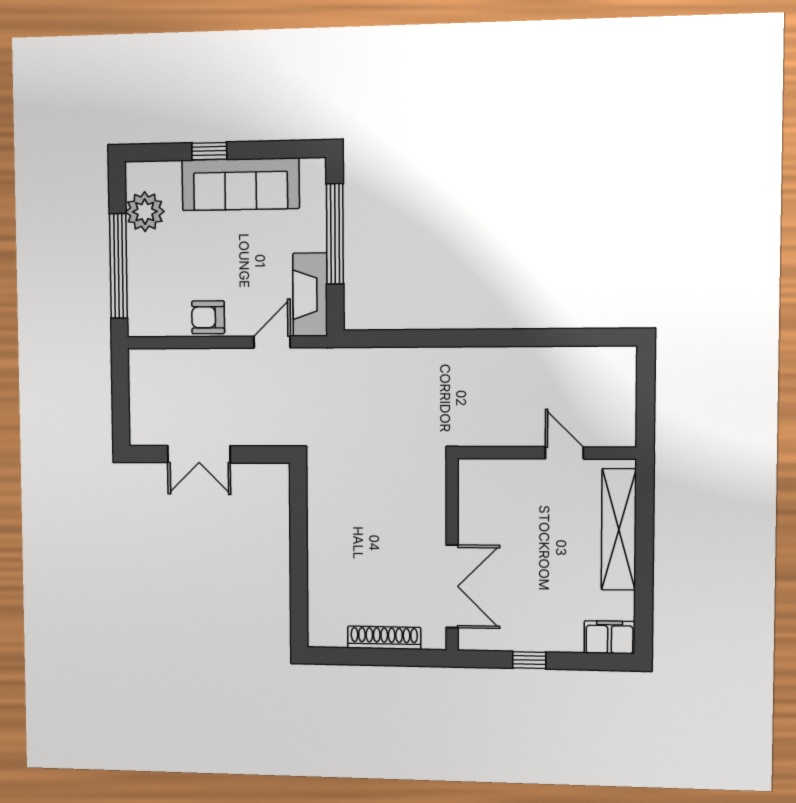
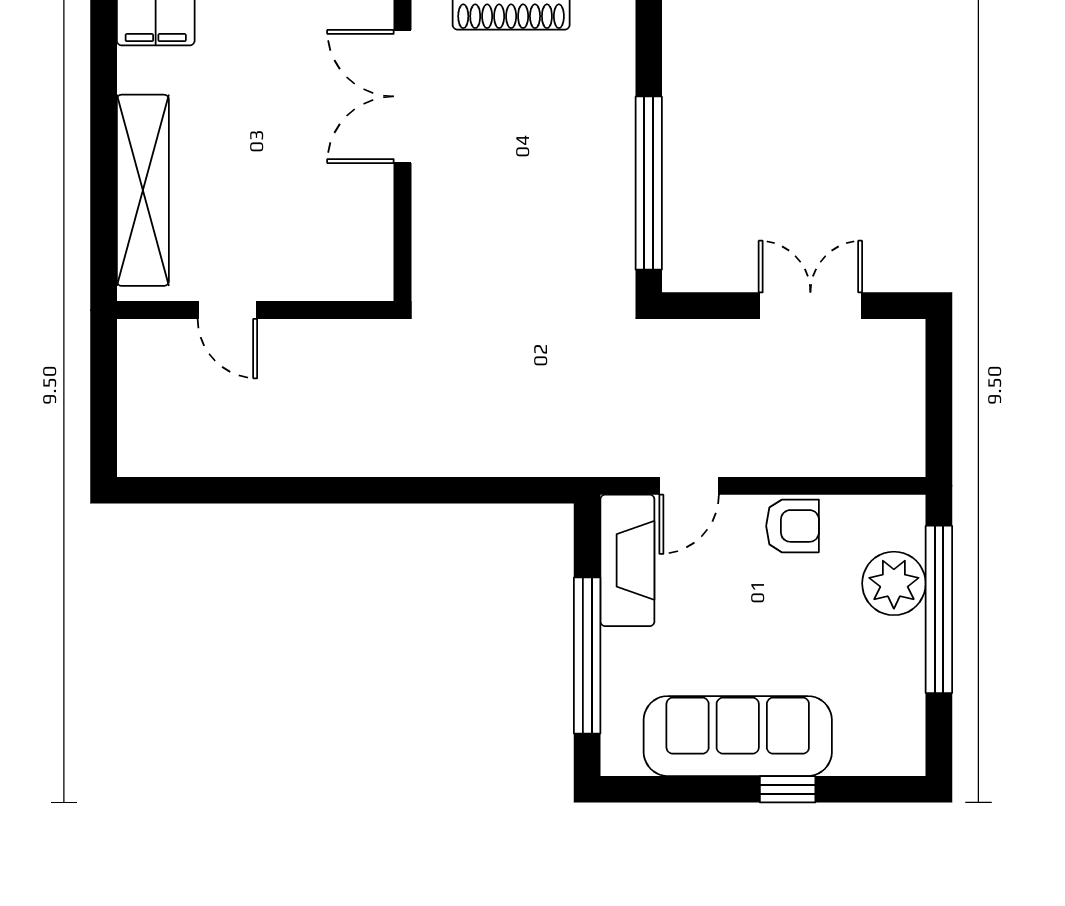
plant: (145, 212) -> (894, 583), moved
window: (298, 531) -> (649, 183), added

